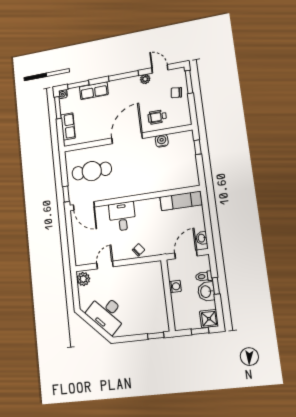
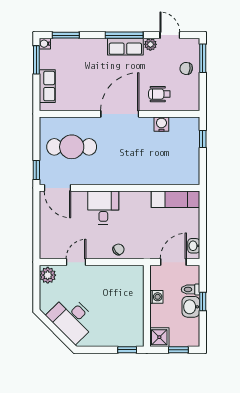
row of seats: (94, 91) -> (125, 47), moved
shower: (209, 319) -> (159, 337), moved

